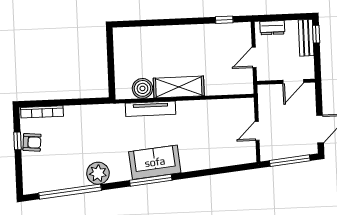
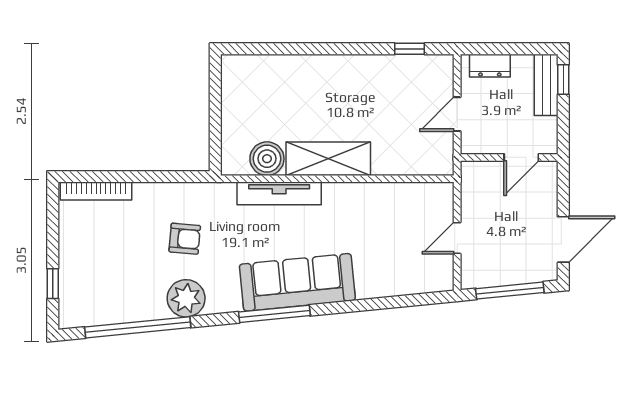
window: (17, 141) -> (53, 284), moved
armchair: (32, 142) -> (185, 239), moved
sofa: (155, 162) -> (297, 282), width x1.36

